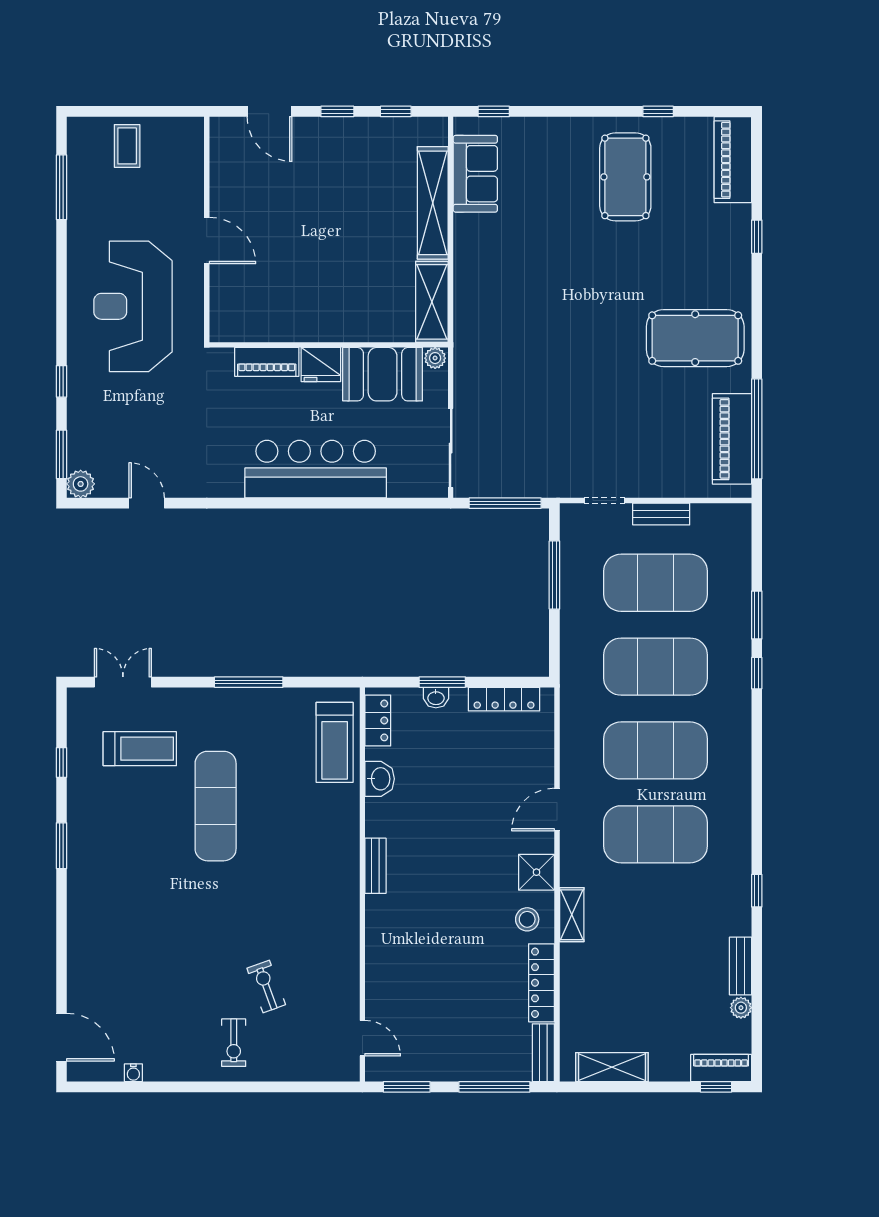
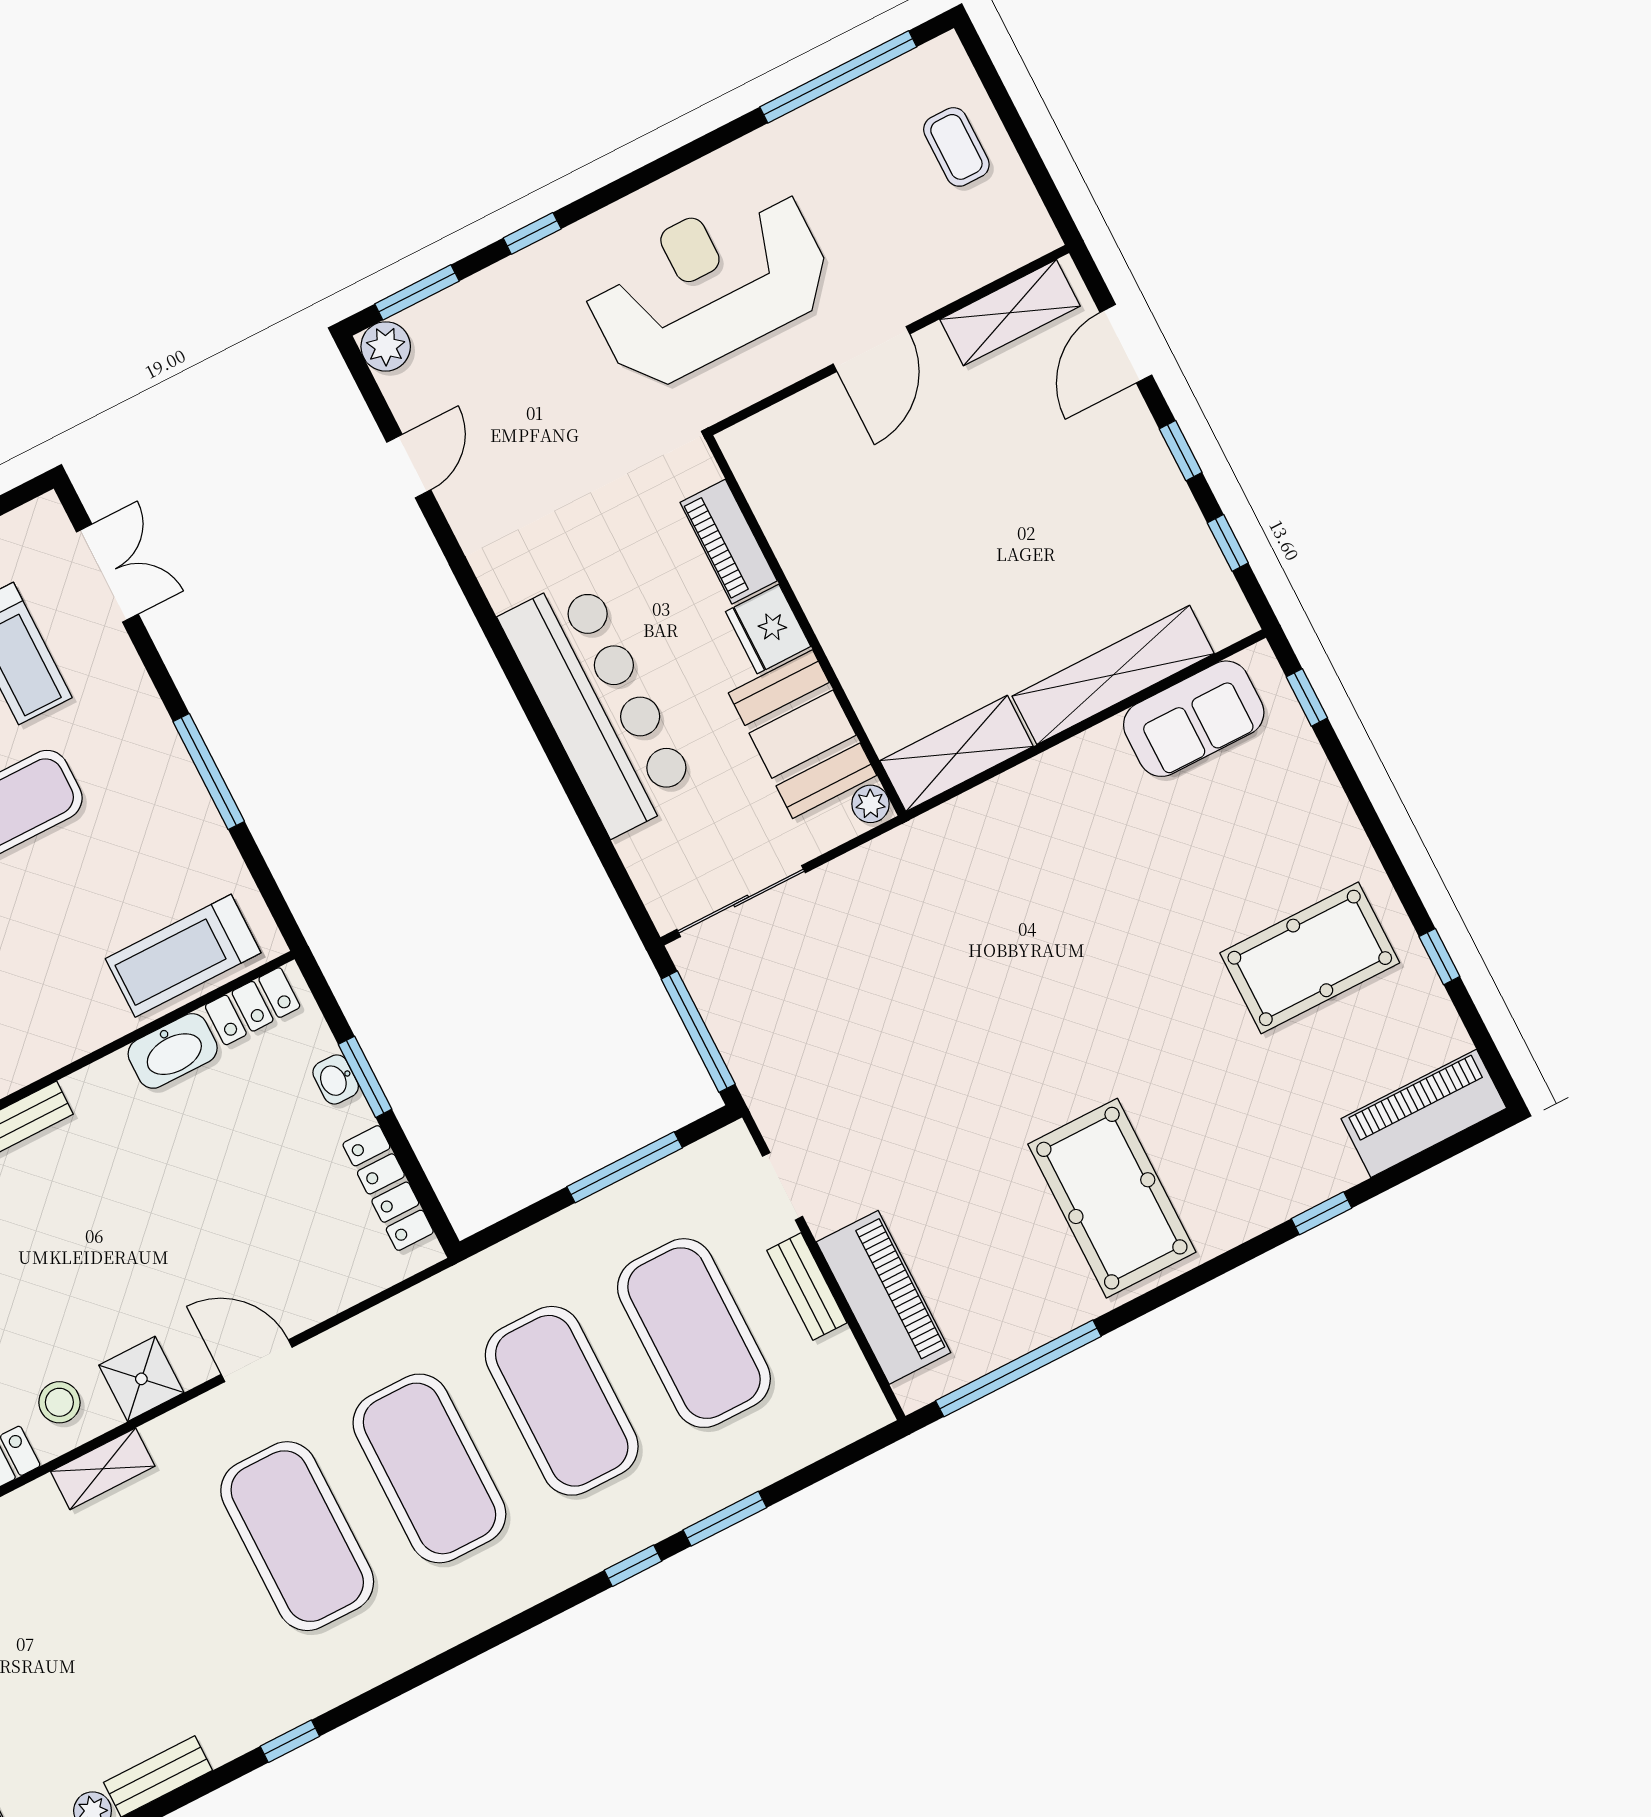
coffee table: (127, 146) -> (956, 147), turned 90
shelving: (224, 162) -> (1010, 313), added
window: (61, 187) -> (838, 77), width x1.46
piano: (732, 439) -> (884, 1297), moved, turned 90
washbasin: (380, 779) -> (173, 1051), width x1.38

